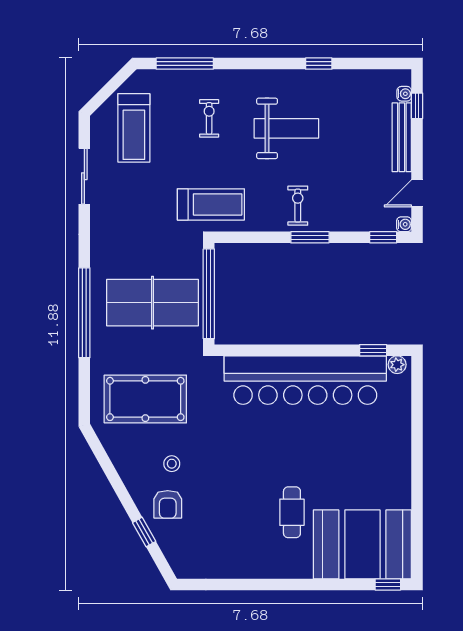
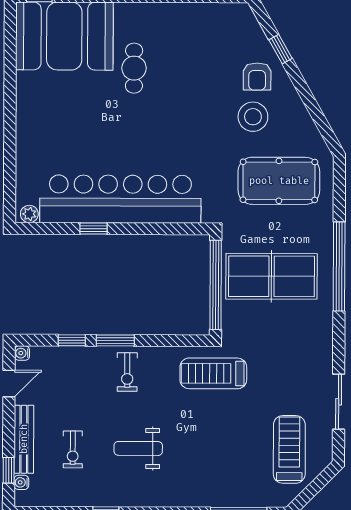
exercise bike: (209, 118) -> (73, 449), moved
weight bench: (286, 128) -> (138, 448), width x0.73, depth x0.75
window: (383, 237) -> (72, 340), moved
window: (373, 350) -> (93, 229), moved
stool: (172, 464) -> (253, 117), width x1.89, depth x1.89
armchair: (168, 504) -> (257, 76), turned 180

